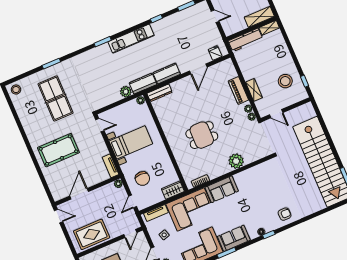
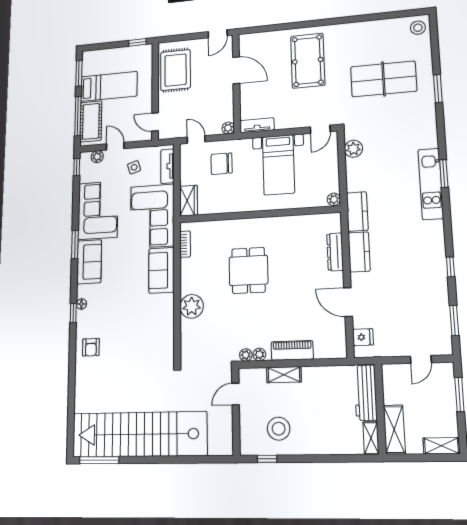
kitchen unit: (131, 39) -> (431, 184), moved
plant: (126, 92) -> (353, 149), moved
dresser: (160, 93) -> (335, 252), moved

